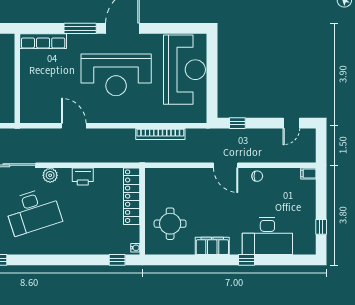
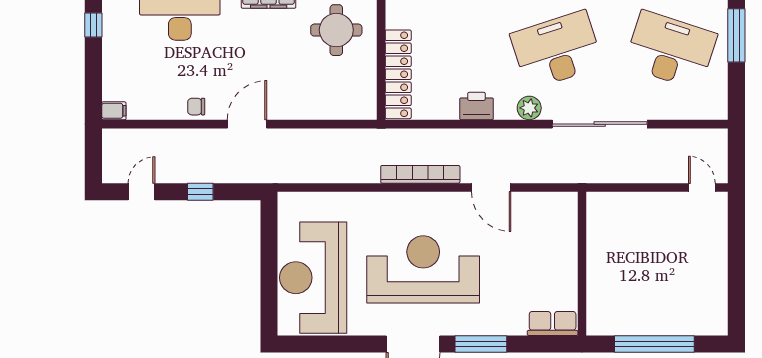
row of seats: (43, 41) -> (553, 323), width x0.68
window: (237, 123) -> (200, 192), moved
bookcase: (160, 134) -> (420, 174), moved
door: (226, 165) -> (247, 124), hinge flipped

